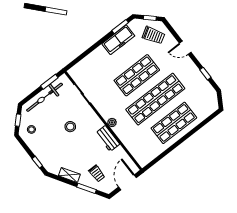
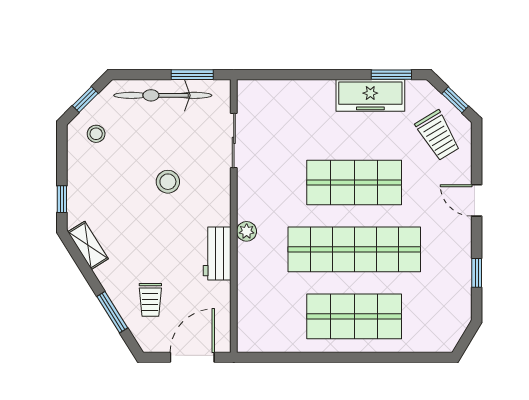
shelving: (69, 175) -> (88, 245), moved

